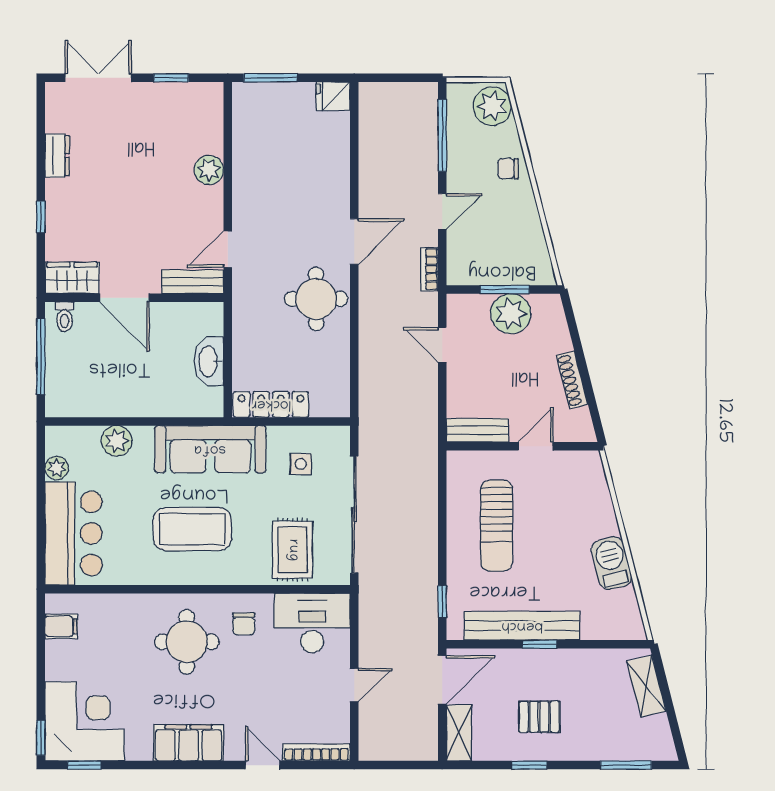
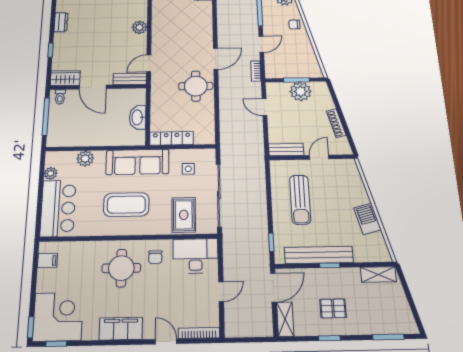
shelving: (646, 686) -> (378, 274), moved, turned -76

